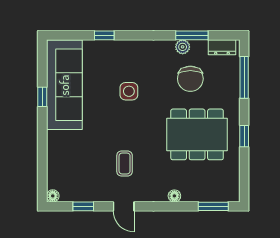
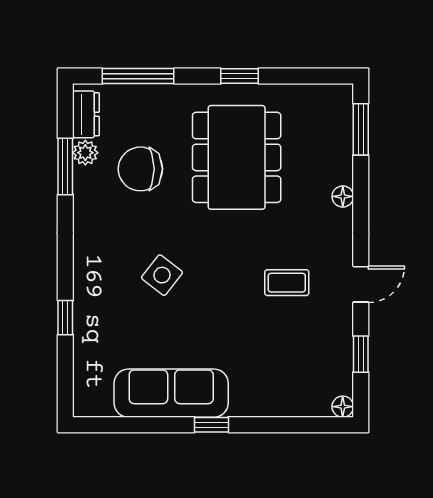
plant: (183, 47) -> (85, 153), moved
chair: (190, 79) -> (140, 169), turned 180
sofa: (64, 85) -> (171, 393), width x0.74, depth x0.79
side table: (129, 91) -> (162, 275), turned 38
window: (42, 97) -> (211, 425), moved

